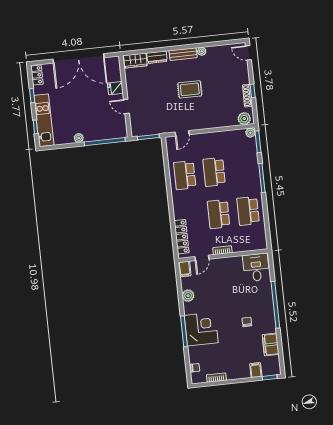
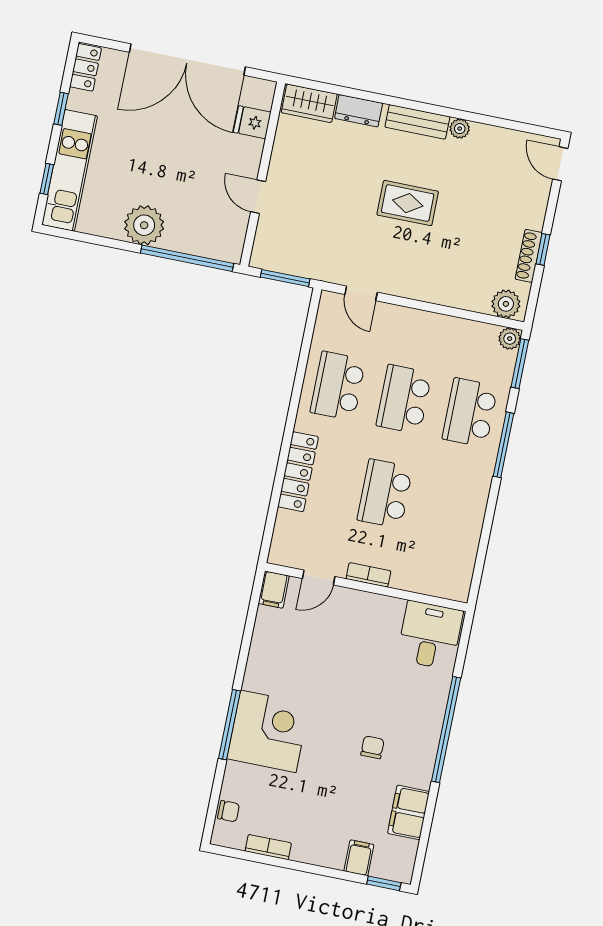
fridge: (115, 88) -> (252, 122), moved
door: (182, 133) -> (361, 293), hinge flipped
plant: (79, 138) -> (144, 225), width x1.87, depth x1.87
school desk: (248, 211) -> (470, 413), moved
locker: (182, 237) -> (298, 472), moved
plant: (188, 296) -> (263, 650), removed

